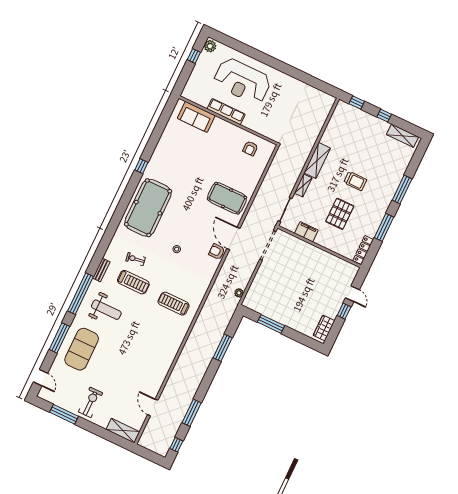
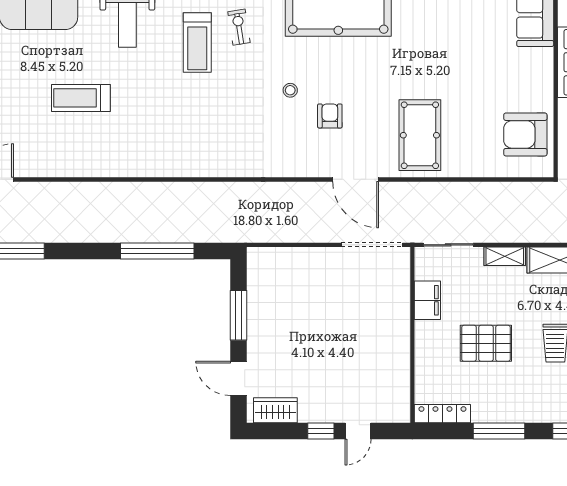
armchair: (250, 148) -> (525, 134), width x1.88, depth x1.88
door: (233, 238) -> (356, 179), swing flipped
armchair: (217, 252) -> (330, 116), moved
plant: (239, 293) -> (266, 234), removed
treadmill: (174, 304) -> (81, 98), moved, turned -90
door: (301, 338) -> (239, 378), added
window: (223, 348) -> (157, 251), width x1.46

